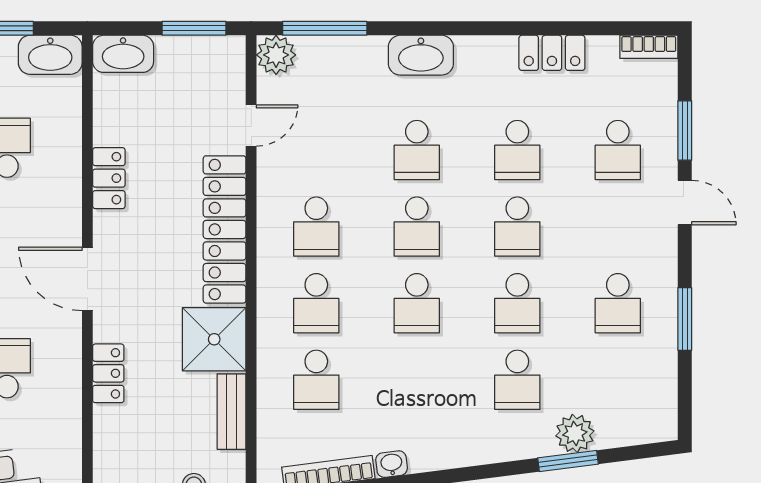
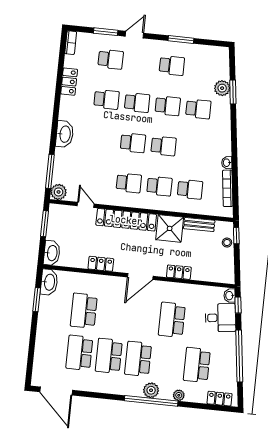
school desk: (417, 150) -> (102, 140), removed

